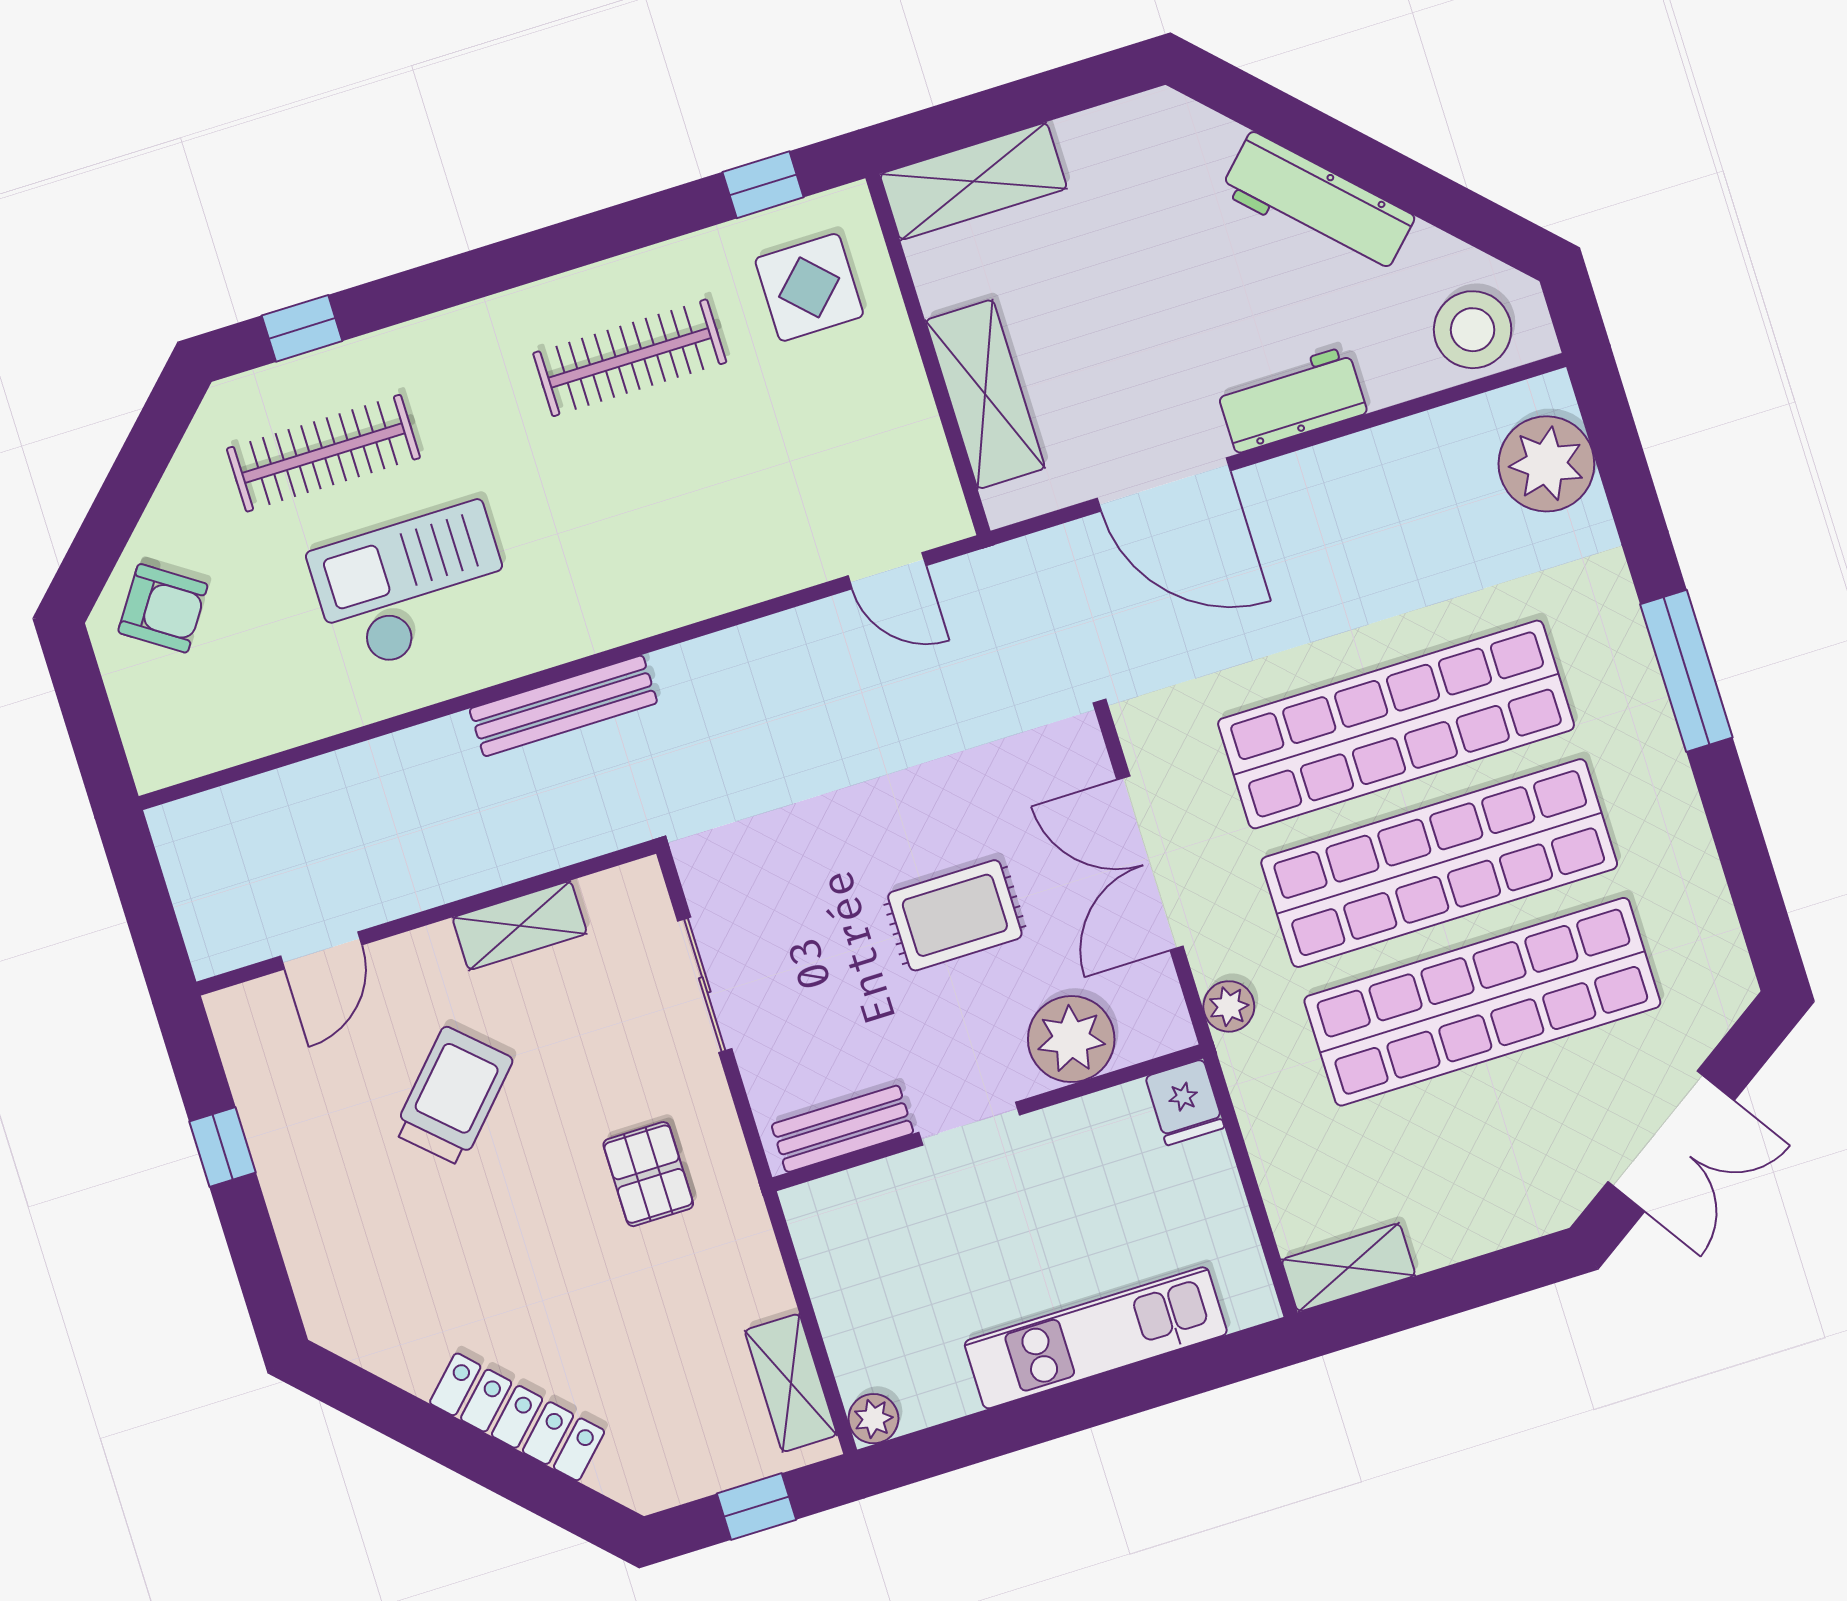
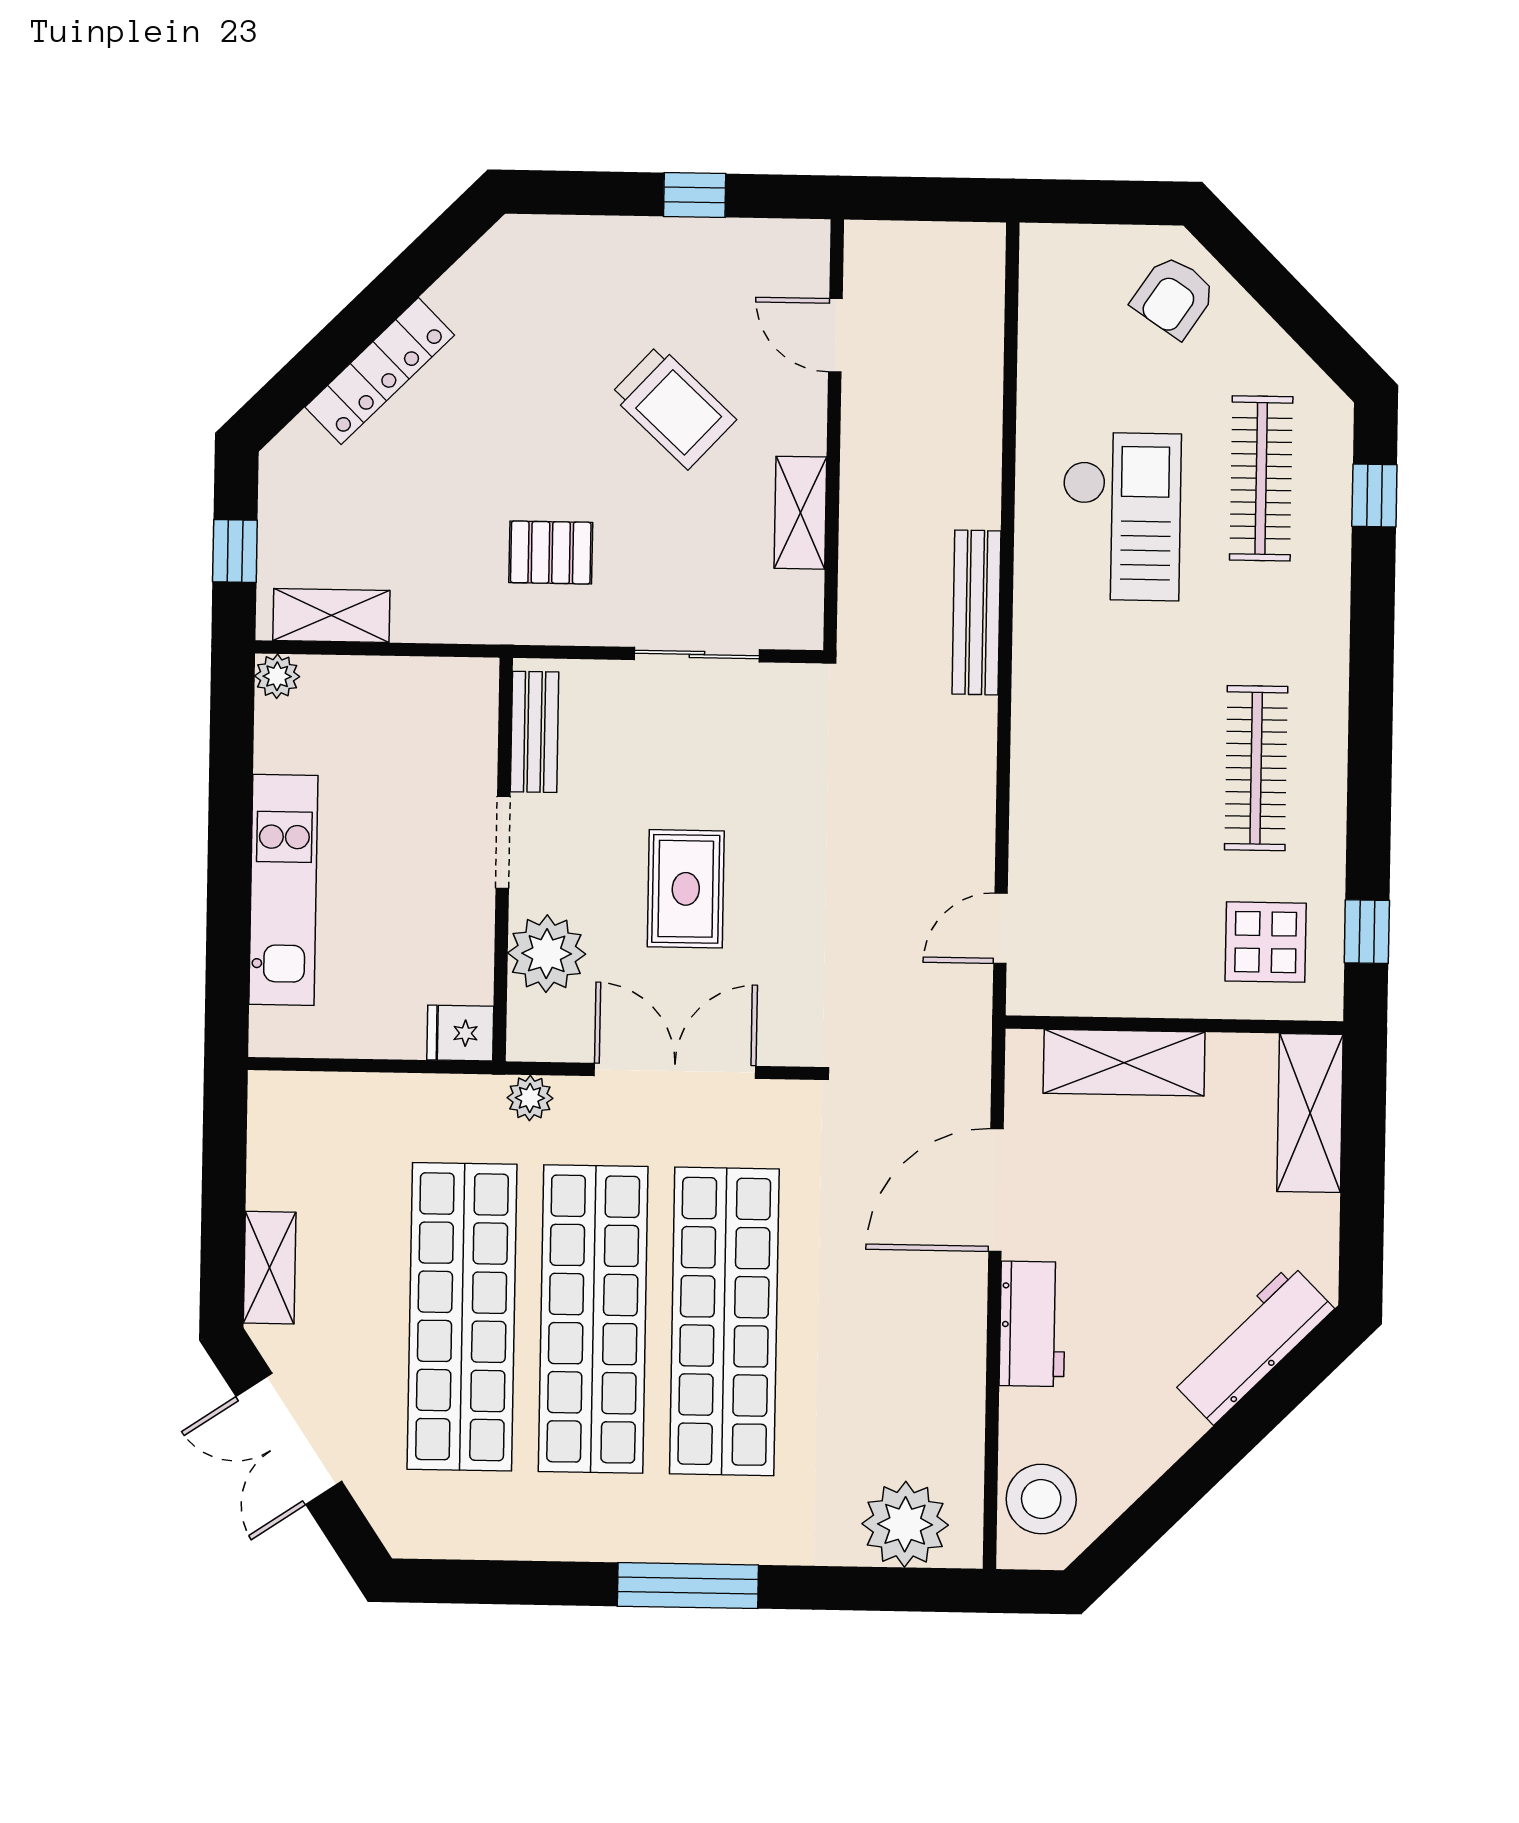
workbench: (1317, 204) -> (1252, 1344), moved
shelving: (1348, 1267) -> (270, 1268), moved

